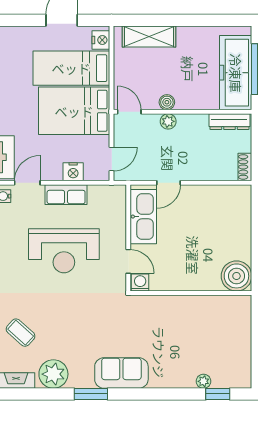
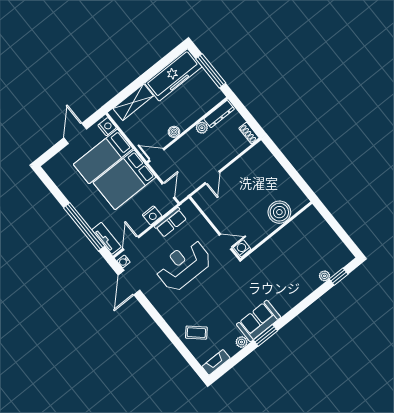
freezer: (236, 73) -> (173, 75), moved, turned -90
plant: (168, 121) -> (202, 128), moved
row of seats: (66, 195) -> (171, 222), moved
kitchen sink: (143, 217) -> (213, 209), removed
reception desk: (64, 251) -> (183, 265), turned 180
boiler: (236, 276) -> (279, 212), moved
sofa: (121, 373) -> (259, 321), moved
plant: (53, 374) -> (242, 342), width x0.53, depth x0.53

